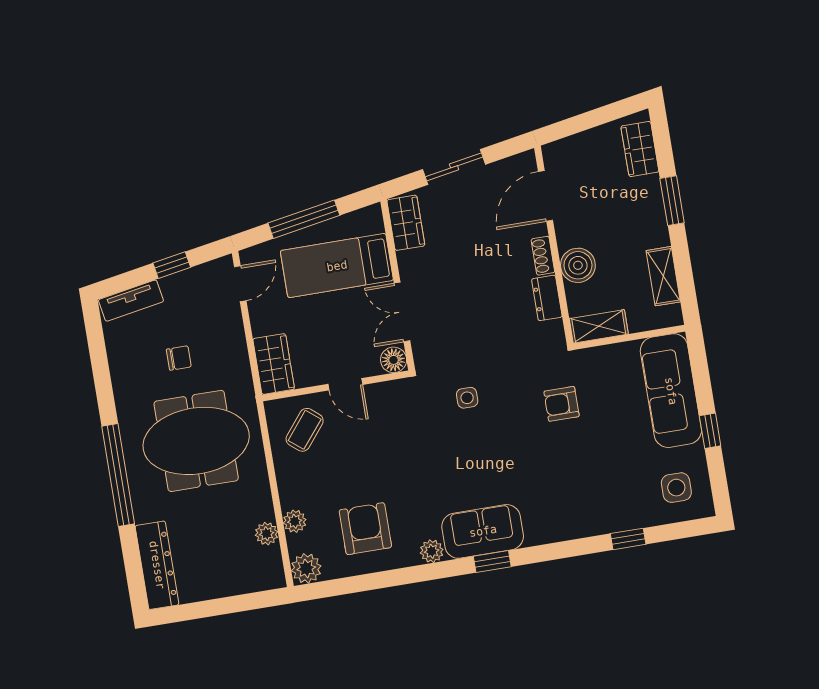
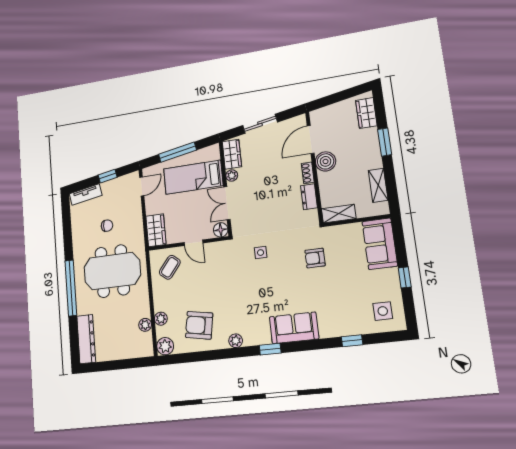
plant: (408, 262) -> (232, 175), added
boiler: (578, 265) -> (326, 161), moved
sofa: (671, 391) -> (380, 244), width x0.73
armchair: (365, 529) -> (199, 325), turned -80
sofa: (483, 531) -> (294, 328), moved

